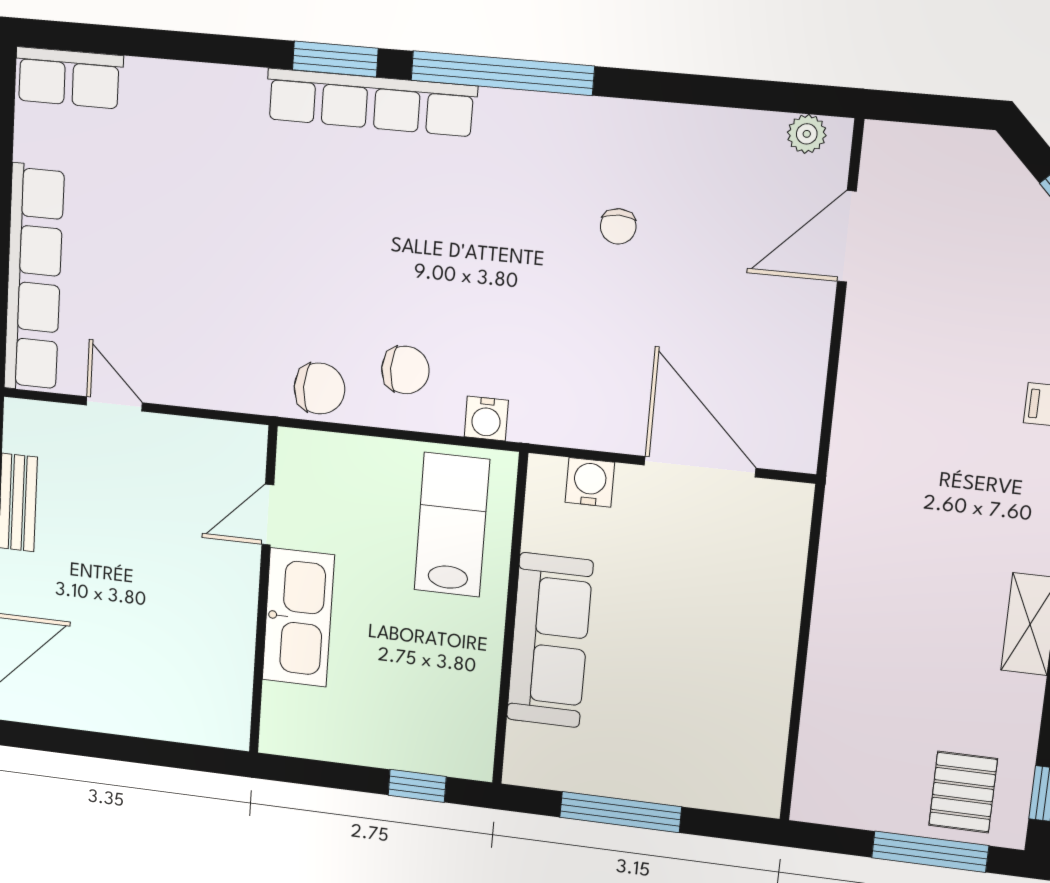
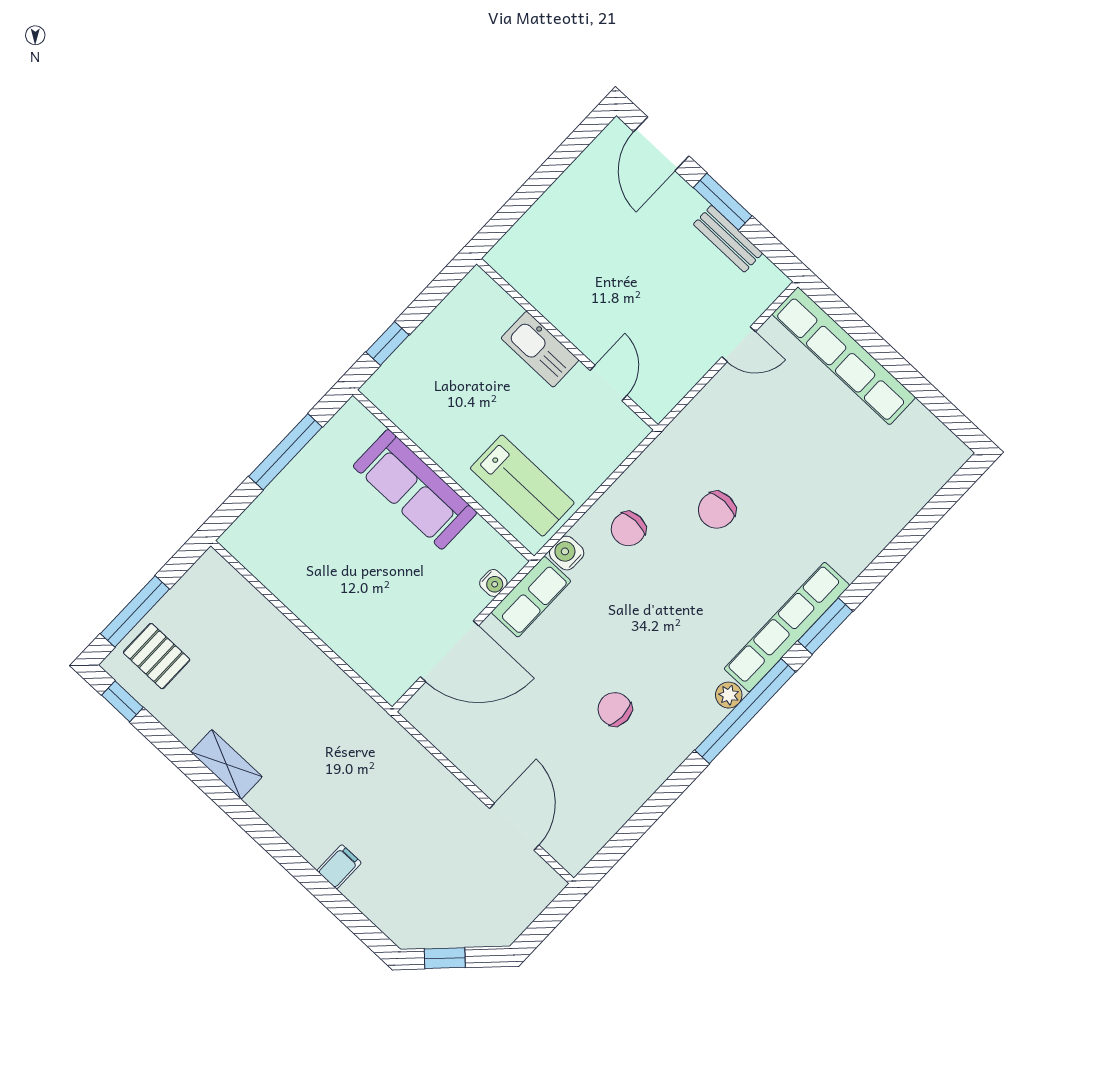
row of seats: (69, 78) -> (531, 597), moved, turned 180
plant: (807, 134) -> (729, 695), moved
chair: (618, 226) -> (615, 709), width x1.37, depth x1.37
chair: (319, 389) -> (717, 510), moved
water cooler: (590, 482) -> (493, 583), width x0.72, depth x0.72
kitchen sink: (298, 618) -> (540, 349), width x0.73, depth x0.81

